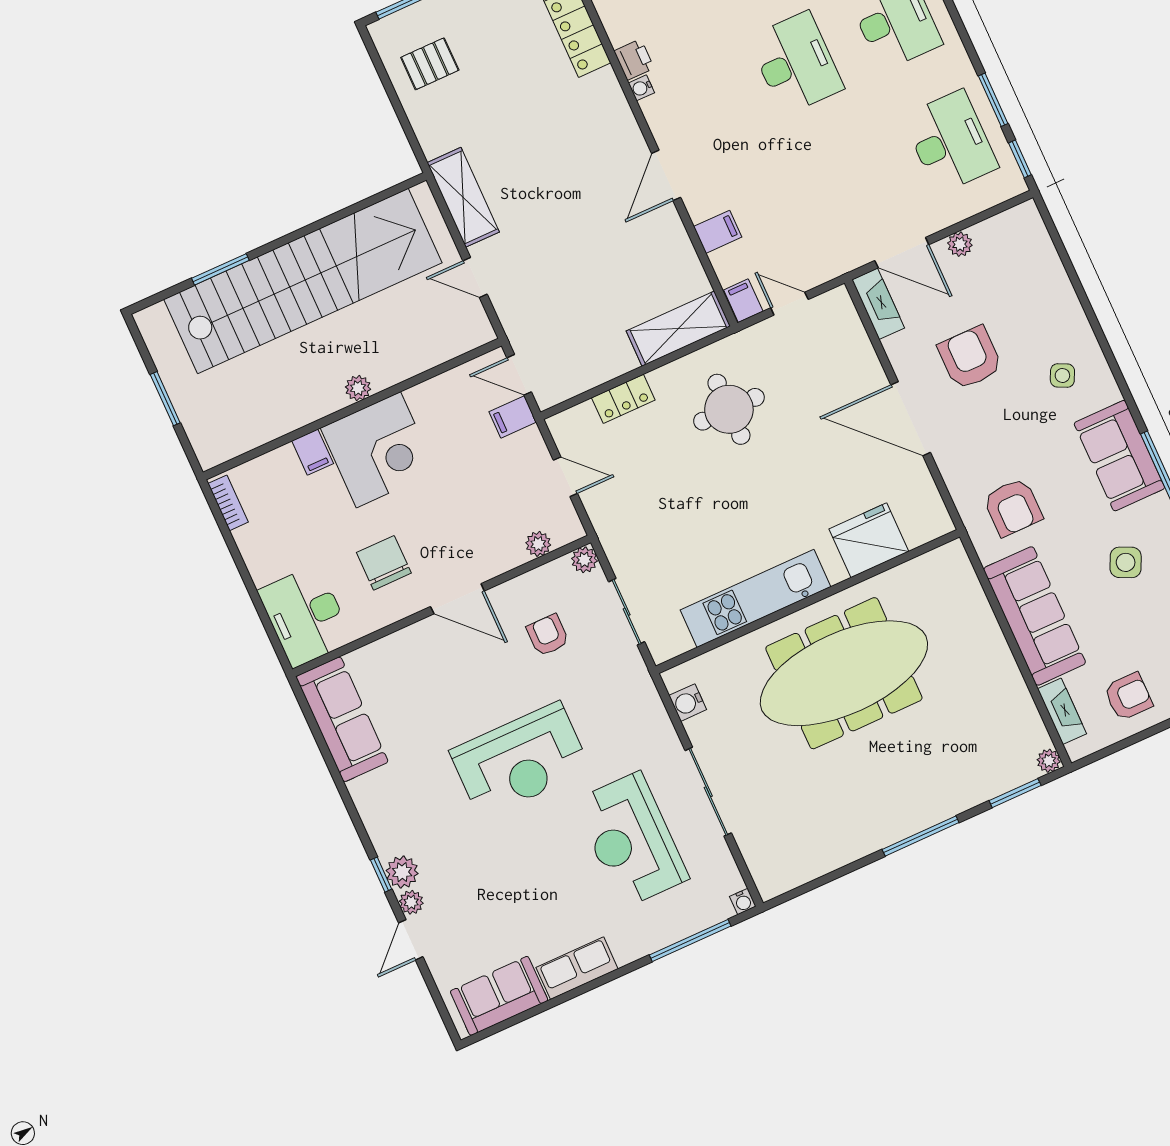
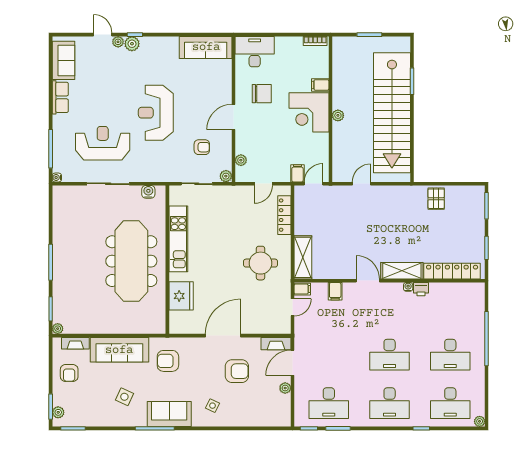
pallet: (430, 64) -> (436, 199), moved
shelving: (463, 197) -> (402, 271), moved
locker: (623, 399) -> (284, 215), width x1.53

